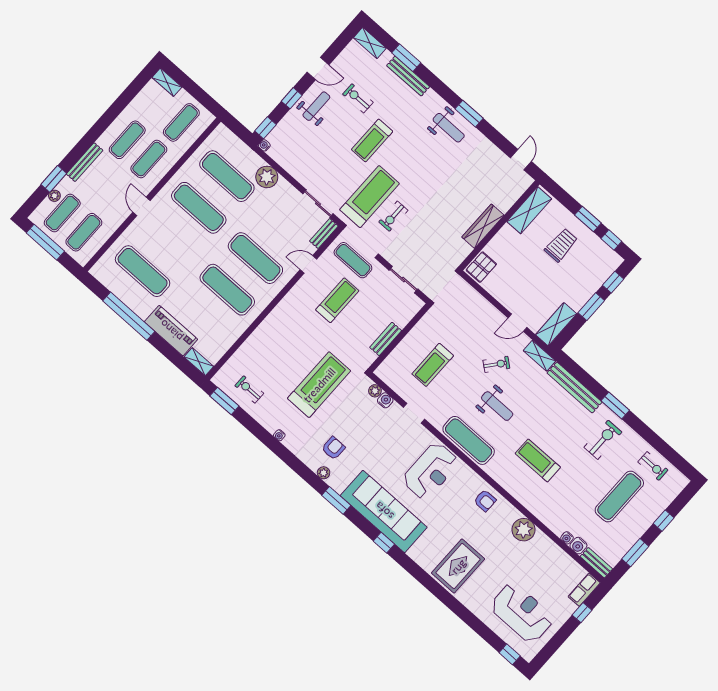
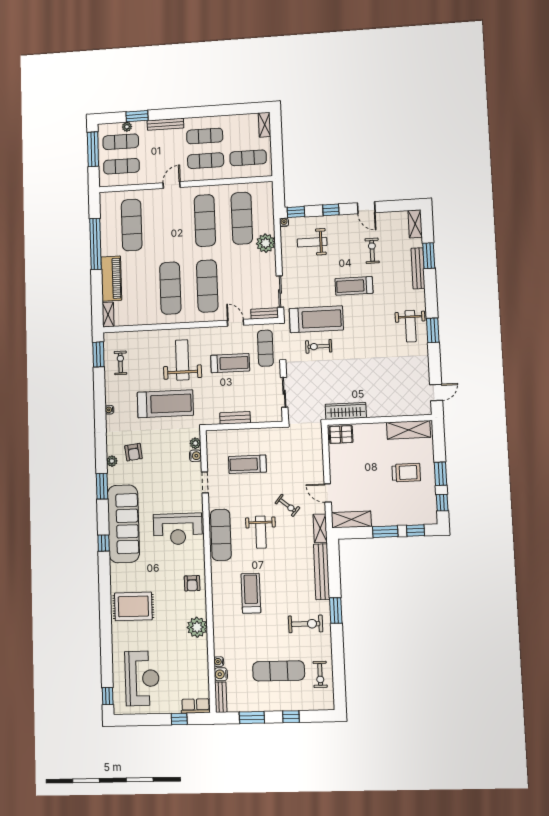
weight bench: (316, 106) -> (312, 242), moved, turned 180
wardrobe: (483, 226) -> (346, 411), moved
weight bench: (296, 337) -> (182, 360), added
armchair: (333, 448) -> (133, 452), turned 83

